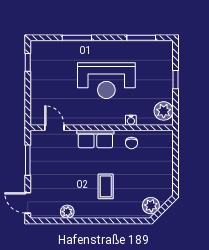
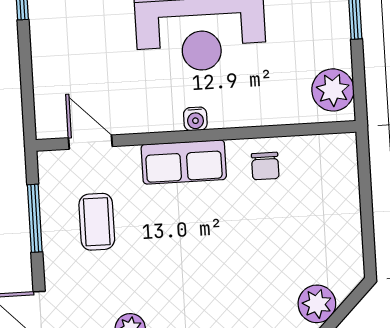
water cooler: (131, 120) -> (195, 119), moved
coffee table: (106, 186) -> (97, 222), moved

